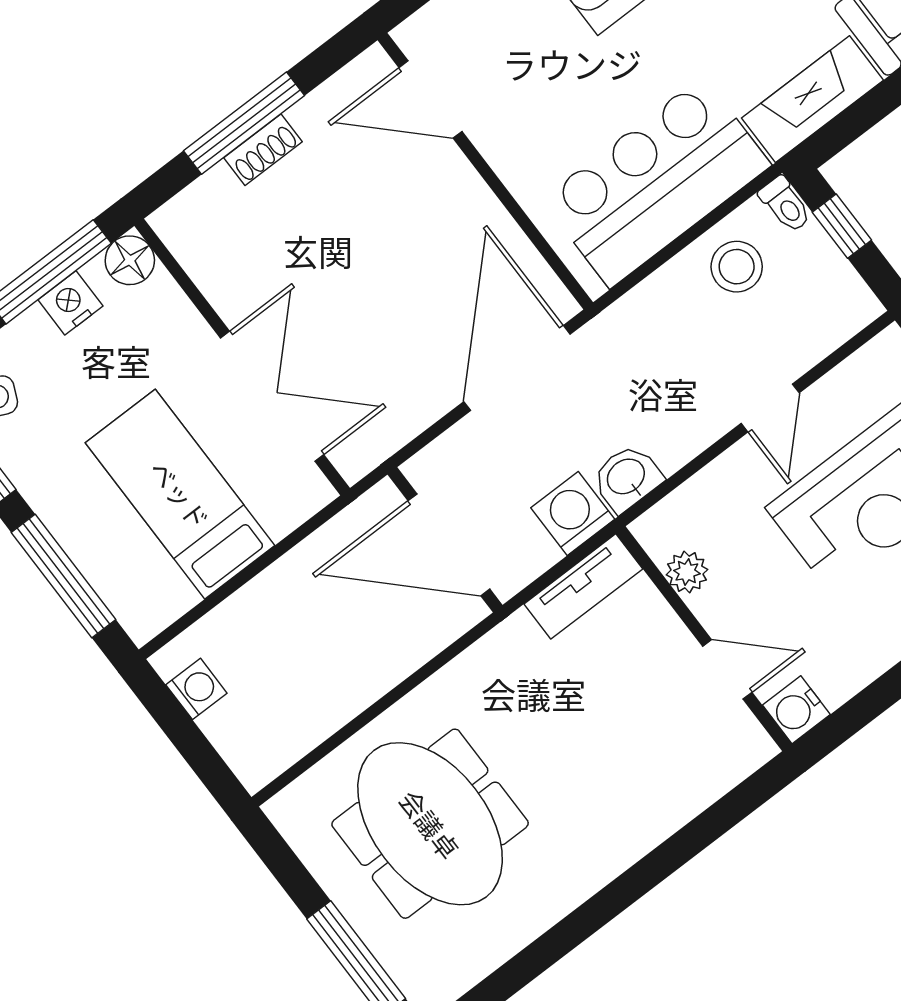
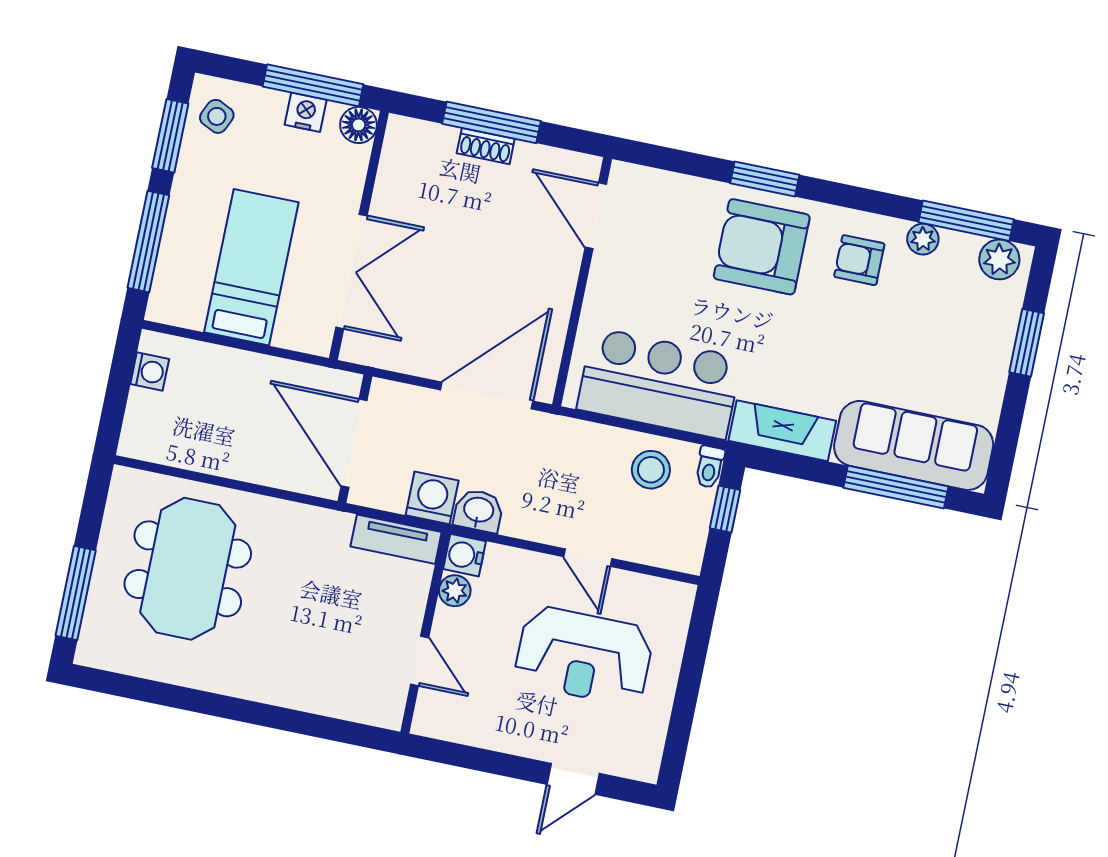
door: (770, 408) -> (588, 558), hinge flipped
water cooler: (796, 710) -> (465, 555), moved

